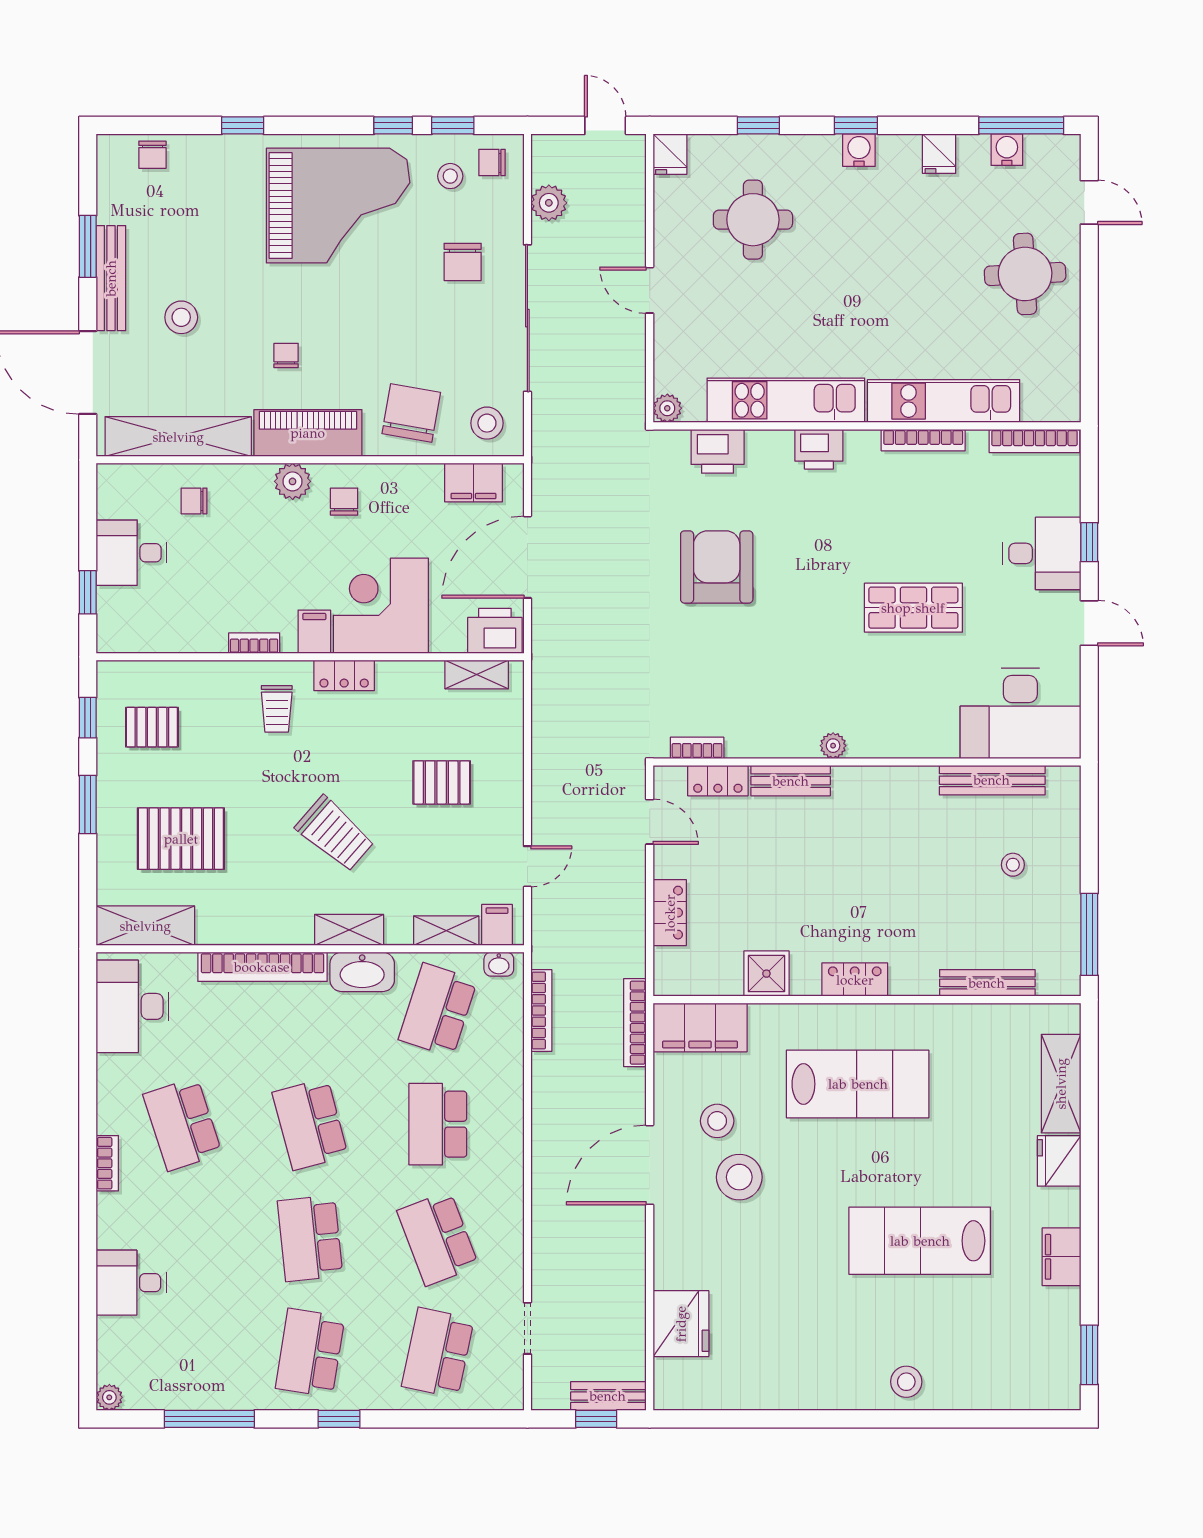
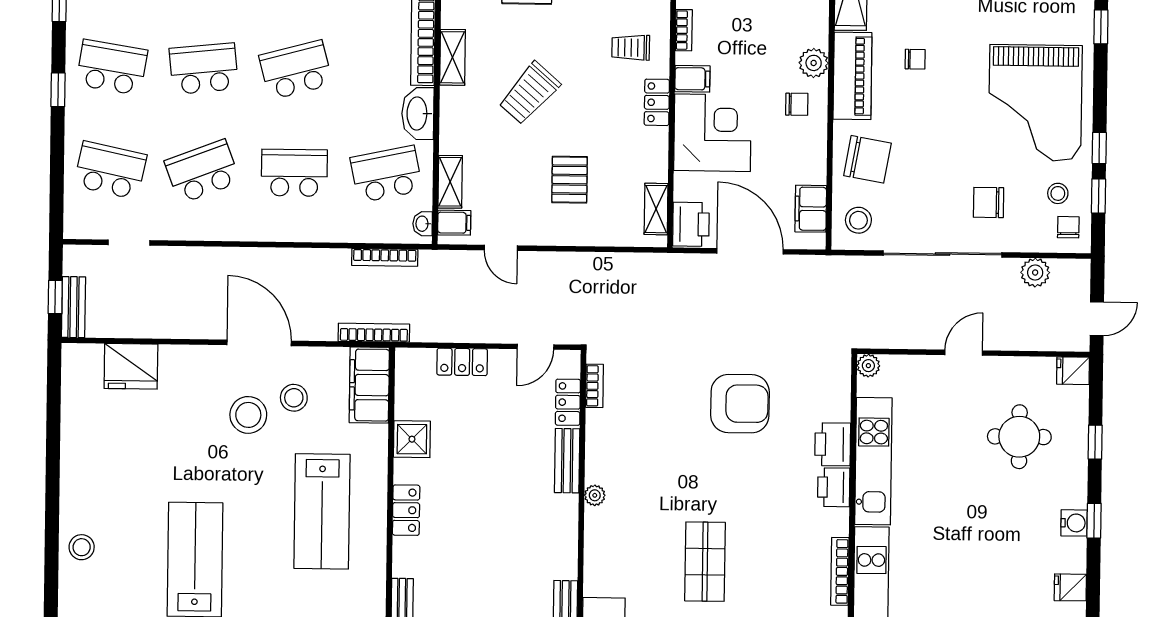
printer: (718, 451) -> (833, 444), moved
shelving: (349, 930) -> (453, 57), moved
school desk: (438, 1010) -> (386, 174), turned -30

